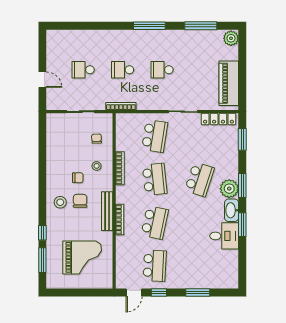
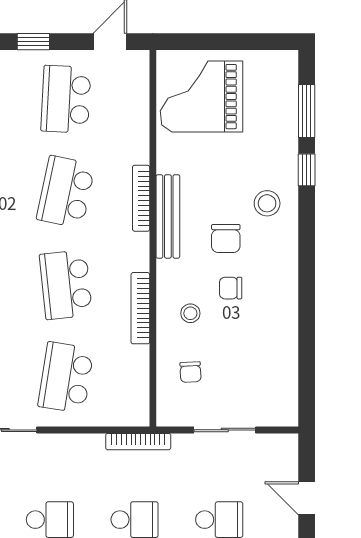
stool: (60, 202) -> (267, 203), moved
grand piano: (82, 257) -> (201, 97), moved
window: (159, 293) -> (33, 42), moved

